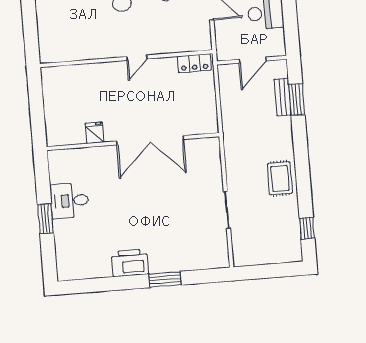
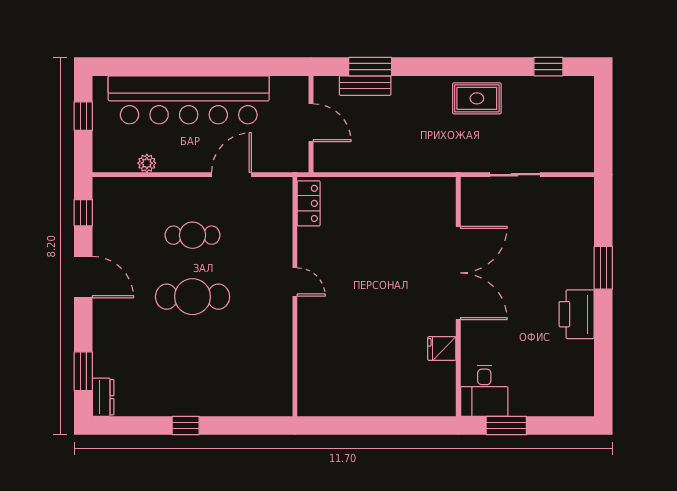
fridge: (95, 133) -> (442, 349), moved
double door: (150, 140) -> (458, 273), moved
wall: (133, 142) -> (458, 297), moved

